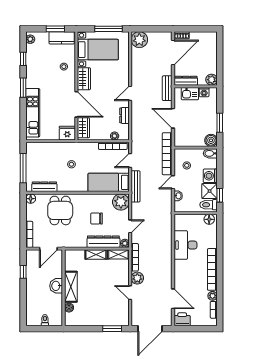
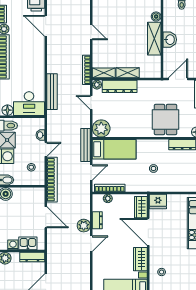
bench: (167, 88) -> (52, 92), moved, width x1.36
chair: (97, 218) -> (127, 111), removed
door: (130, 226) -> (91, 103), hinge flipped
desk: (185, 245) -> (29, 104), moved, turned 90
plant: (137, 278) -> (84, 226), moved

